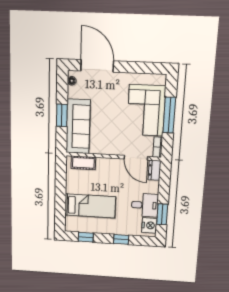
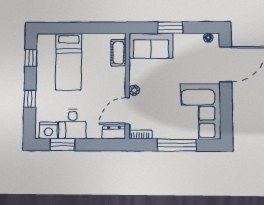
corner sofa: (146, 110) -> (201, 112), moved, turned -90
sofa: (78, 127) -> (151, 46), width x0.73
plant: (118, 151) -> (134, 90), added

